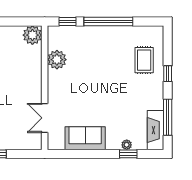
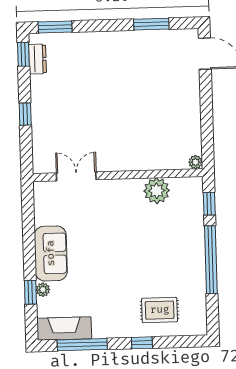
plant: (32, 35) -> (195, 162), width x0.53, depth x0.53
sofa: (85, 138) -> (51, 253), moved

